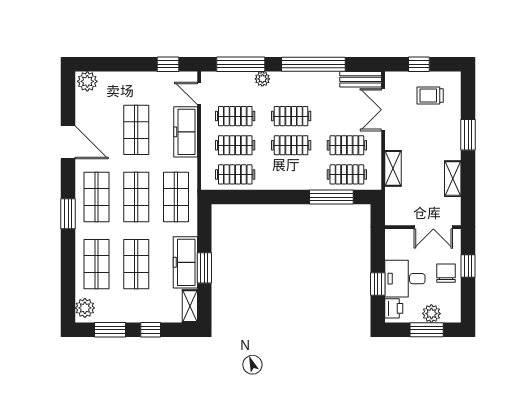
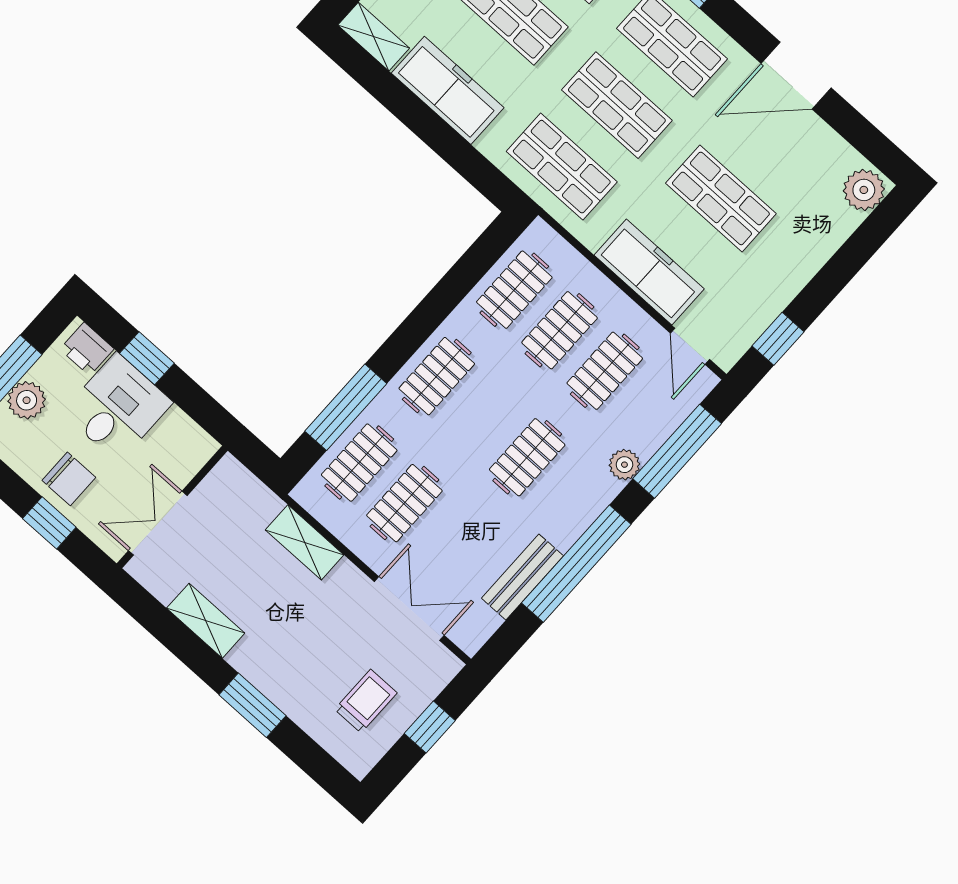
bench: (361, 79) -> (522, 577), moved
door: (199, 93) -> (690, 346), swing flipped
clothes rail: (291, 145) -> (437, 376), moved
window: (204, 268) -> (413, 112), removed

